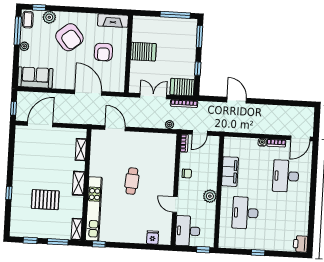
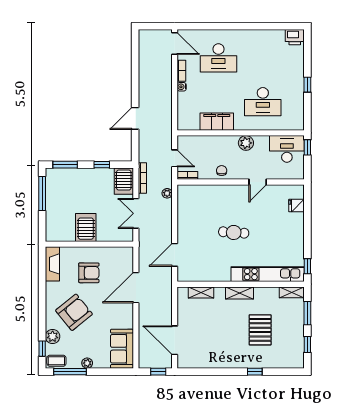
desk: (188, 231) -> (287, 149), moved, turned 180

